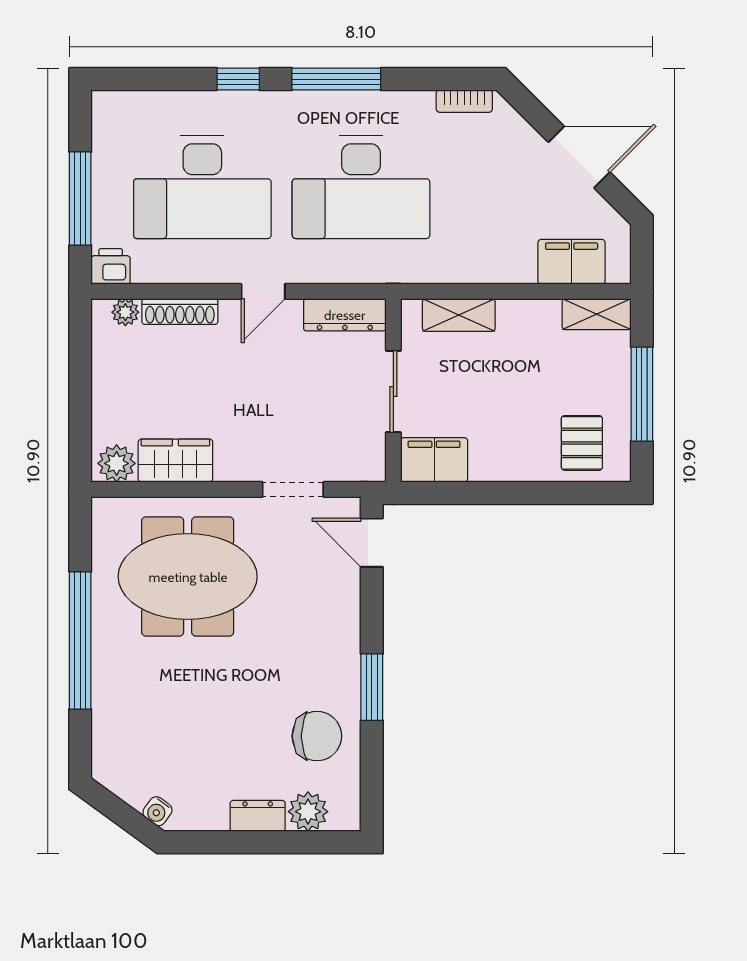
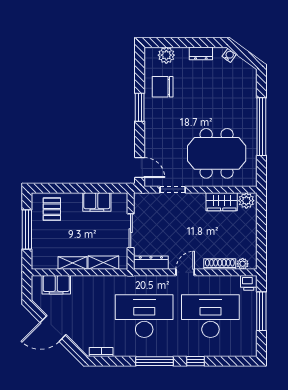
shelving: (597, 314) -> (73, 263), moved
filing cabinet: (434, 460) -> (97, 202), moved
dresser: (258, 816) -> (201, 53), moved

